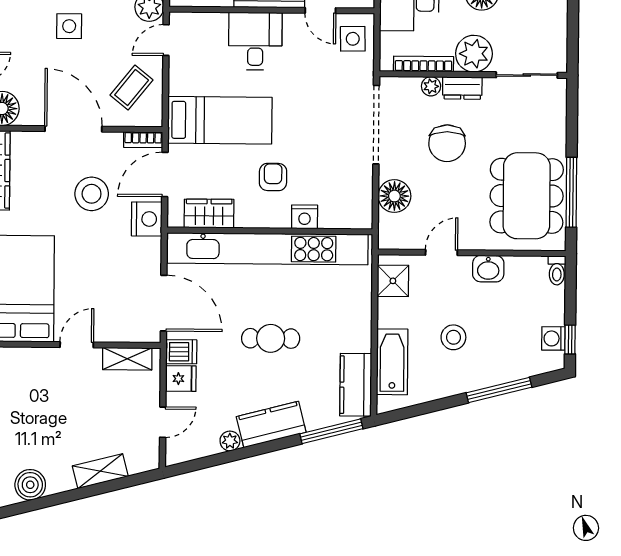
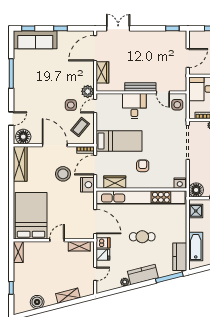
side table: (69, 26) -> (71, 105), moved
floor lamp: (394, 196) -> (196, 190), moved
nightstand: (305, 217) -> (180, 183), moved

